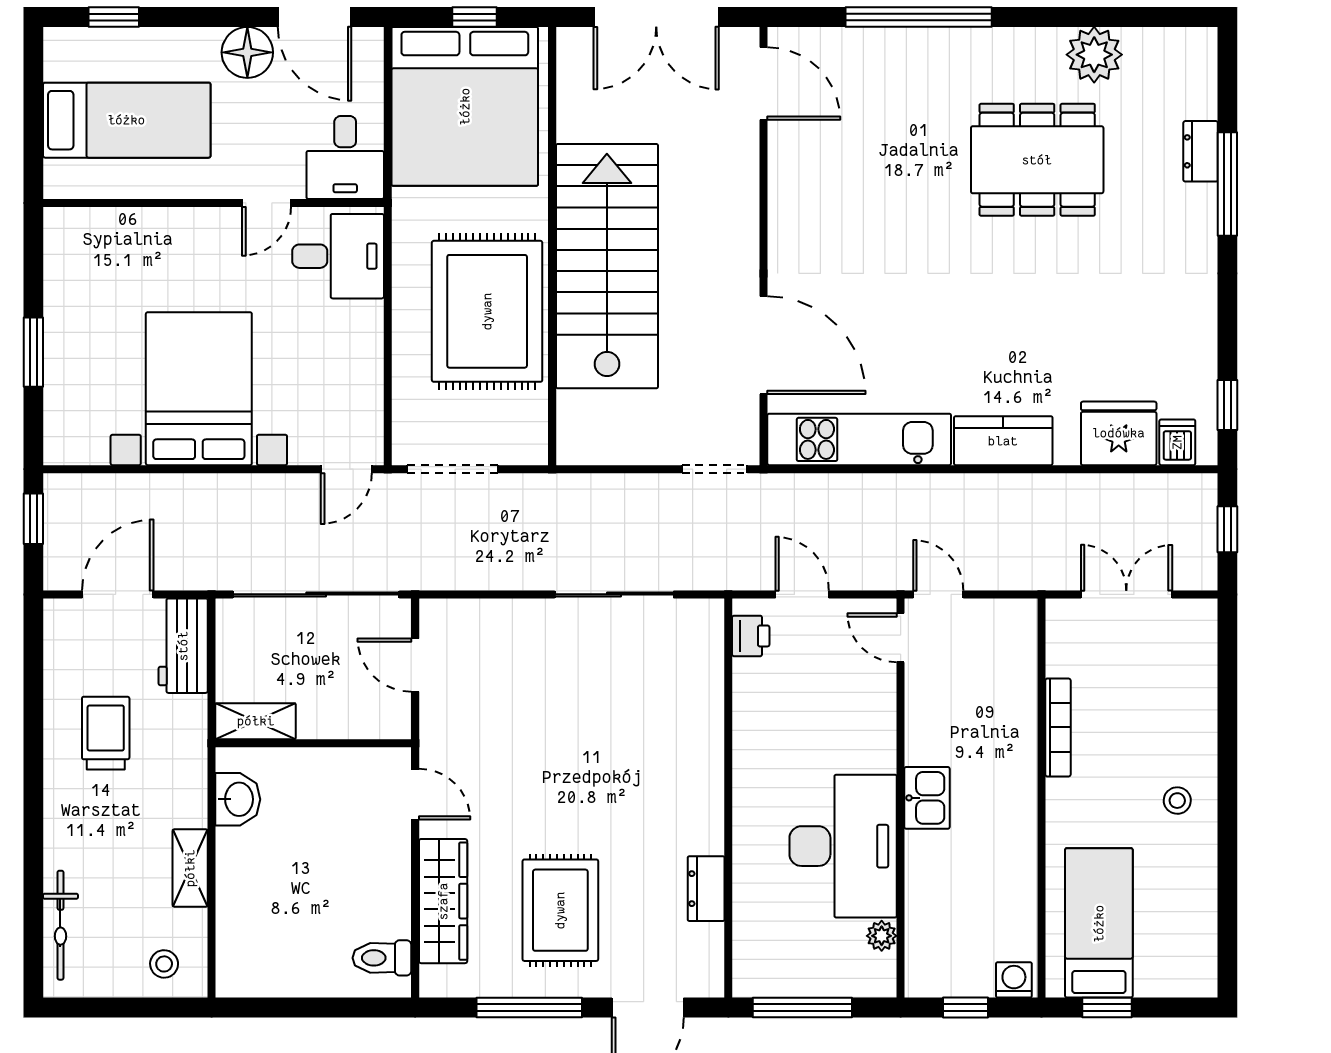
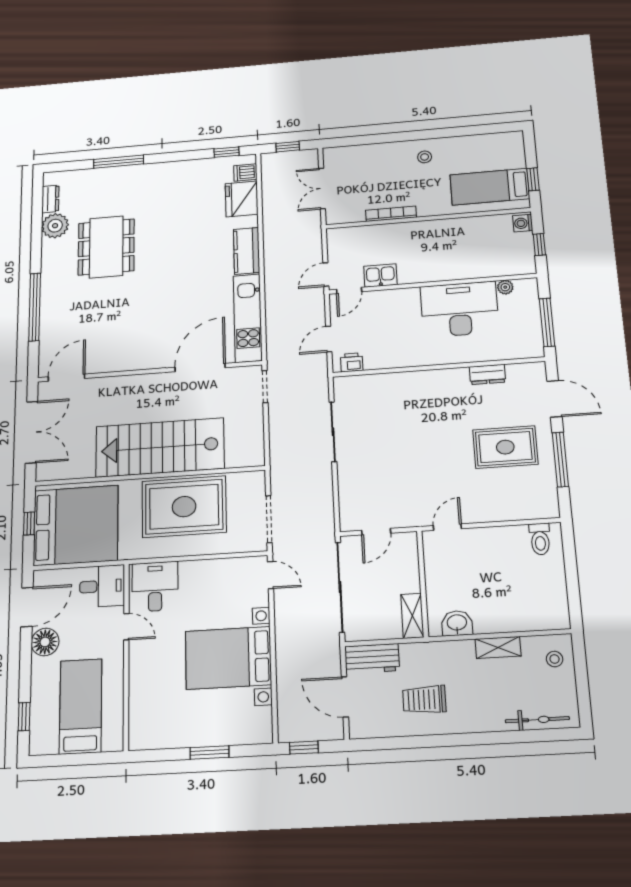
dresser: (1201, 151) -> (50, 199), moved, turned -90
kitchen sink: (927, 798) -> (380, 275), moved
wardrobe: (443, 901) -> (505, 509), removed

